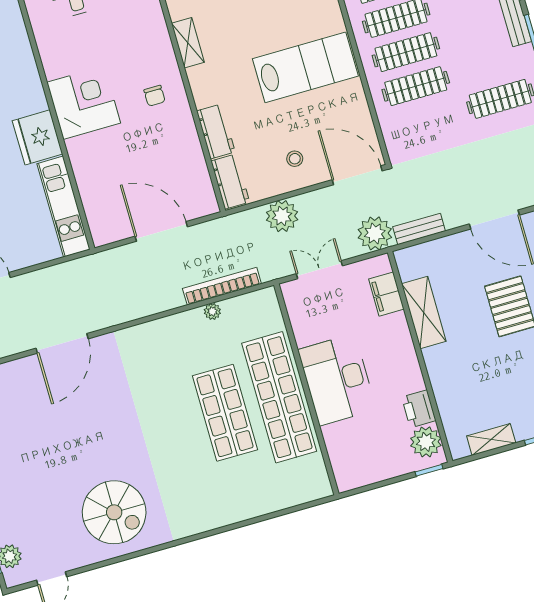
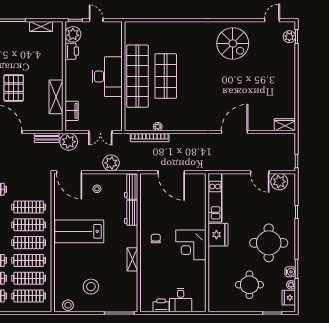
door: (389, 482) -> (96, 20), added
spiral stairs: (114, 512) -> (233, 43), turned 180

